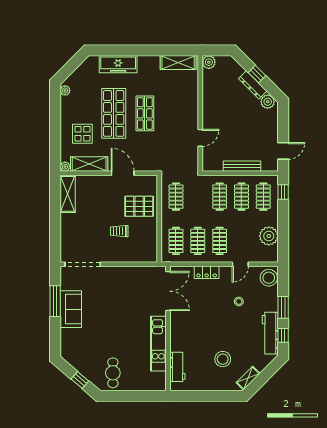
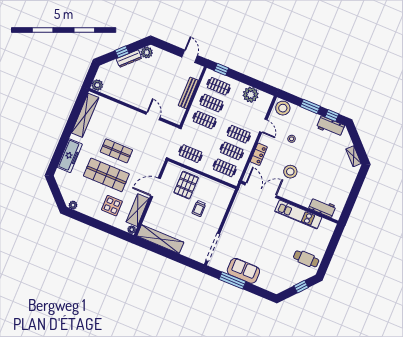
shelving: (178, 63) -> (85, 115), width x1.47
shelving: (68, 194) -> (160, 239), width x1.47
workbench: (270, 333) -> (330, 127), width x0.73
stool: (223, 359) -> (290, 172), moved

